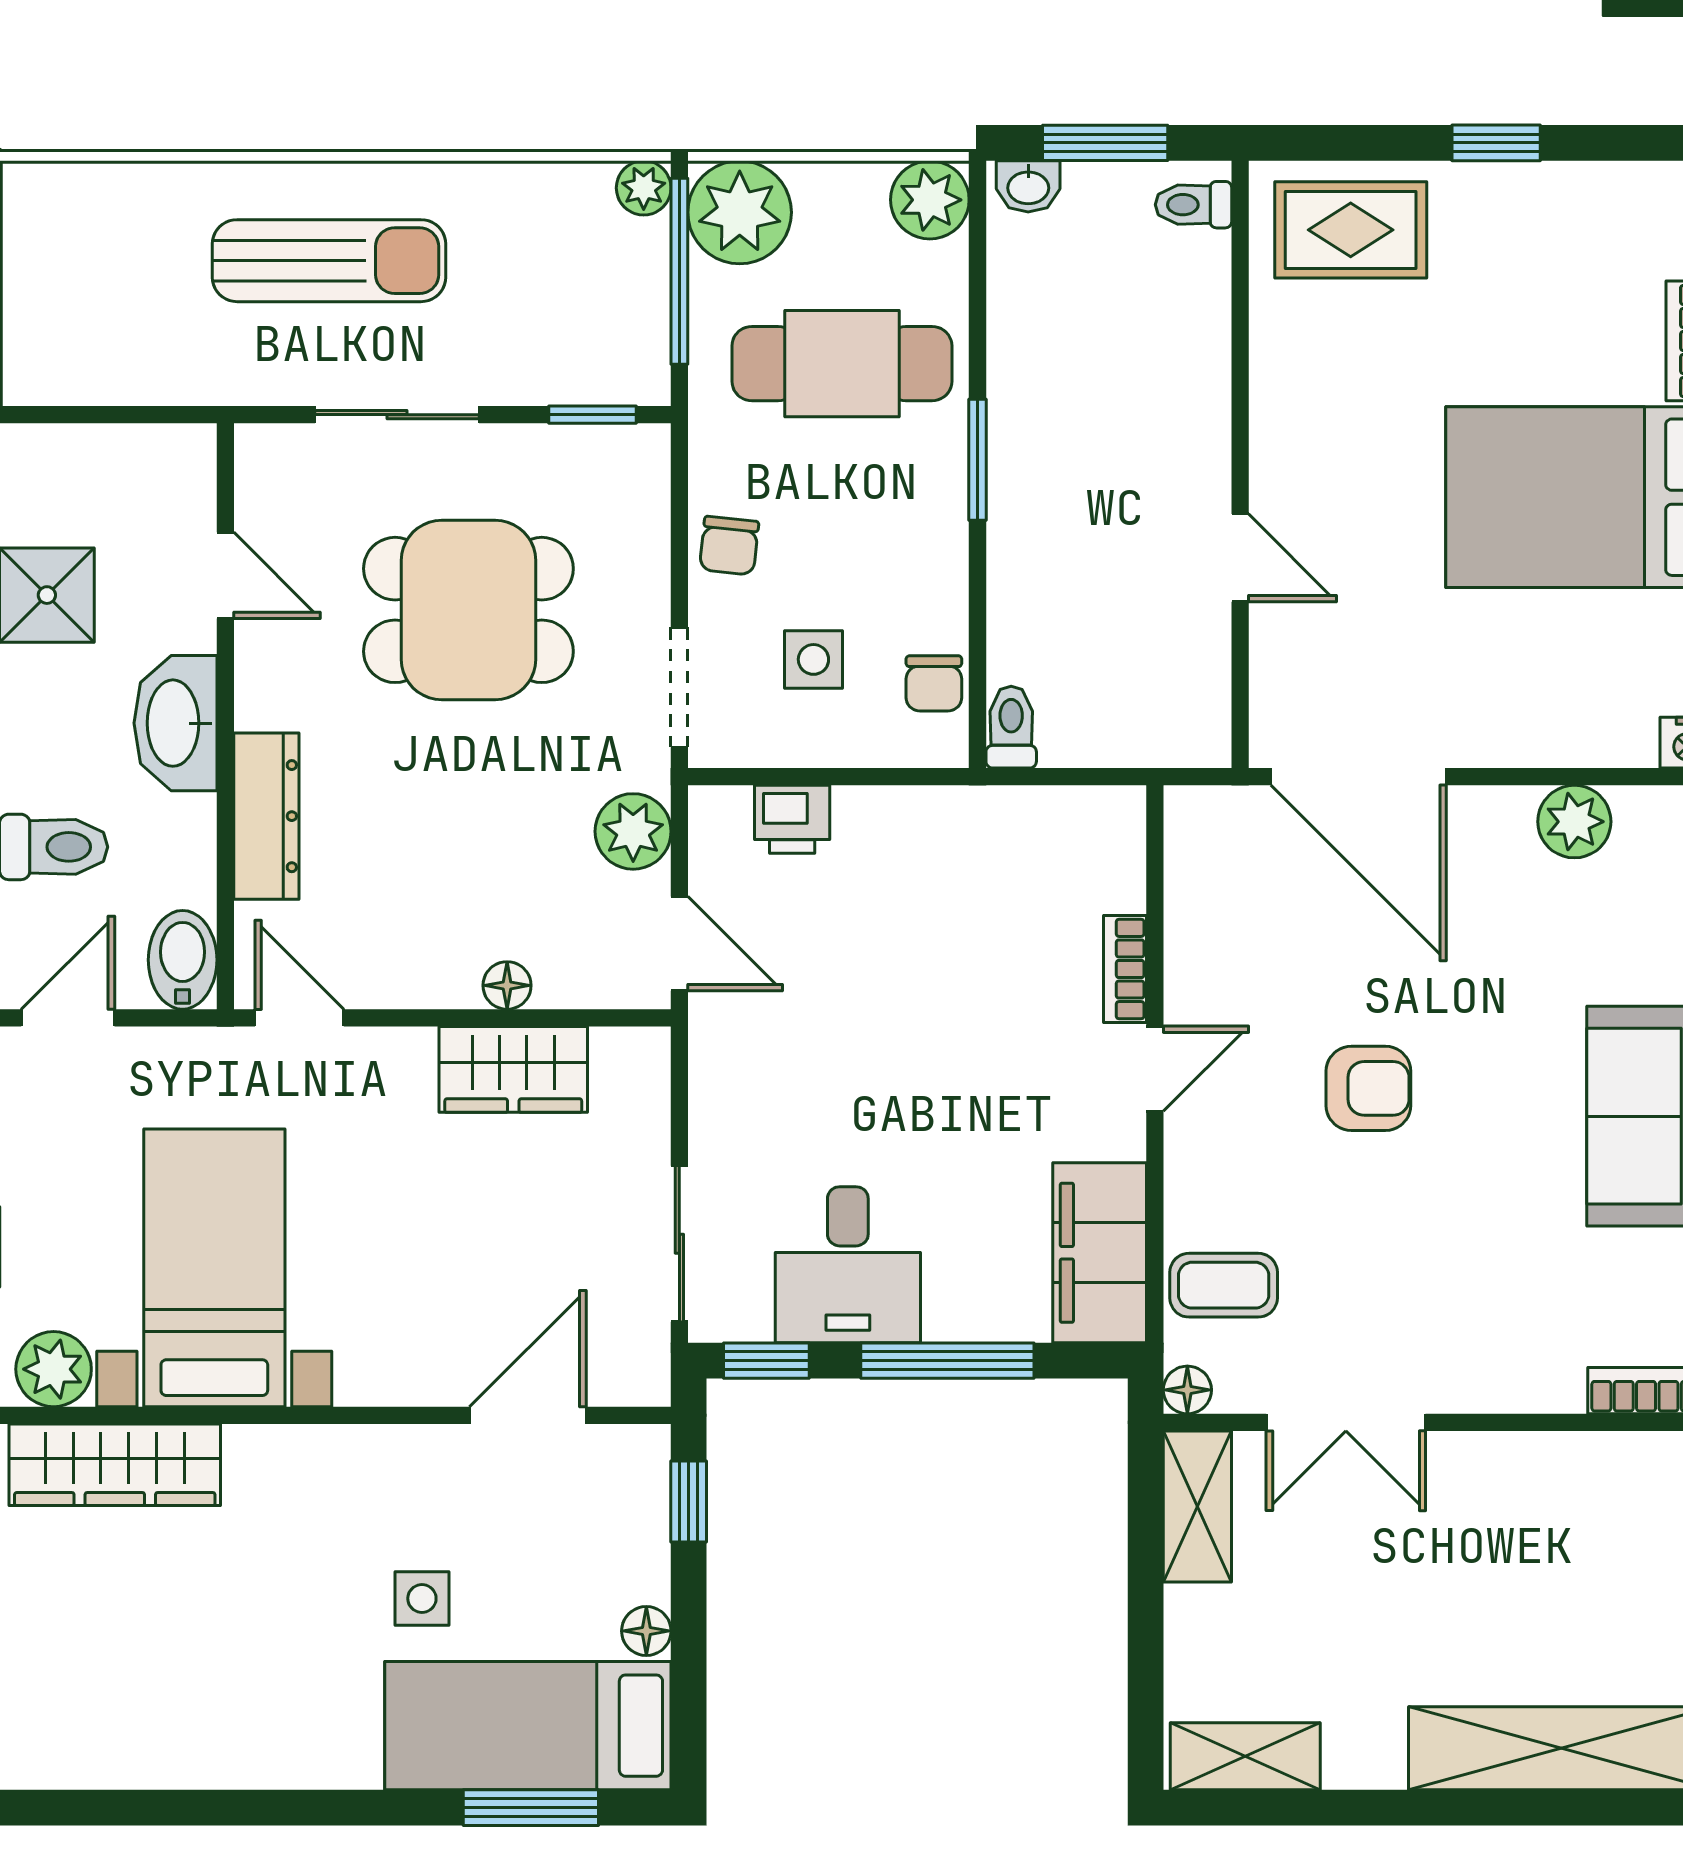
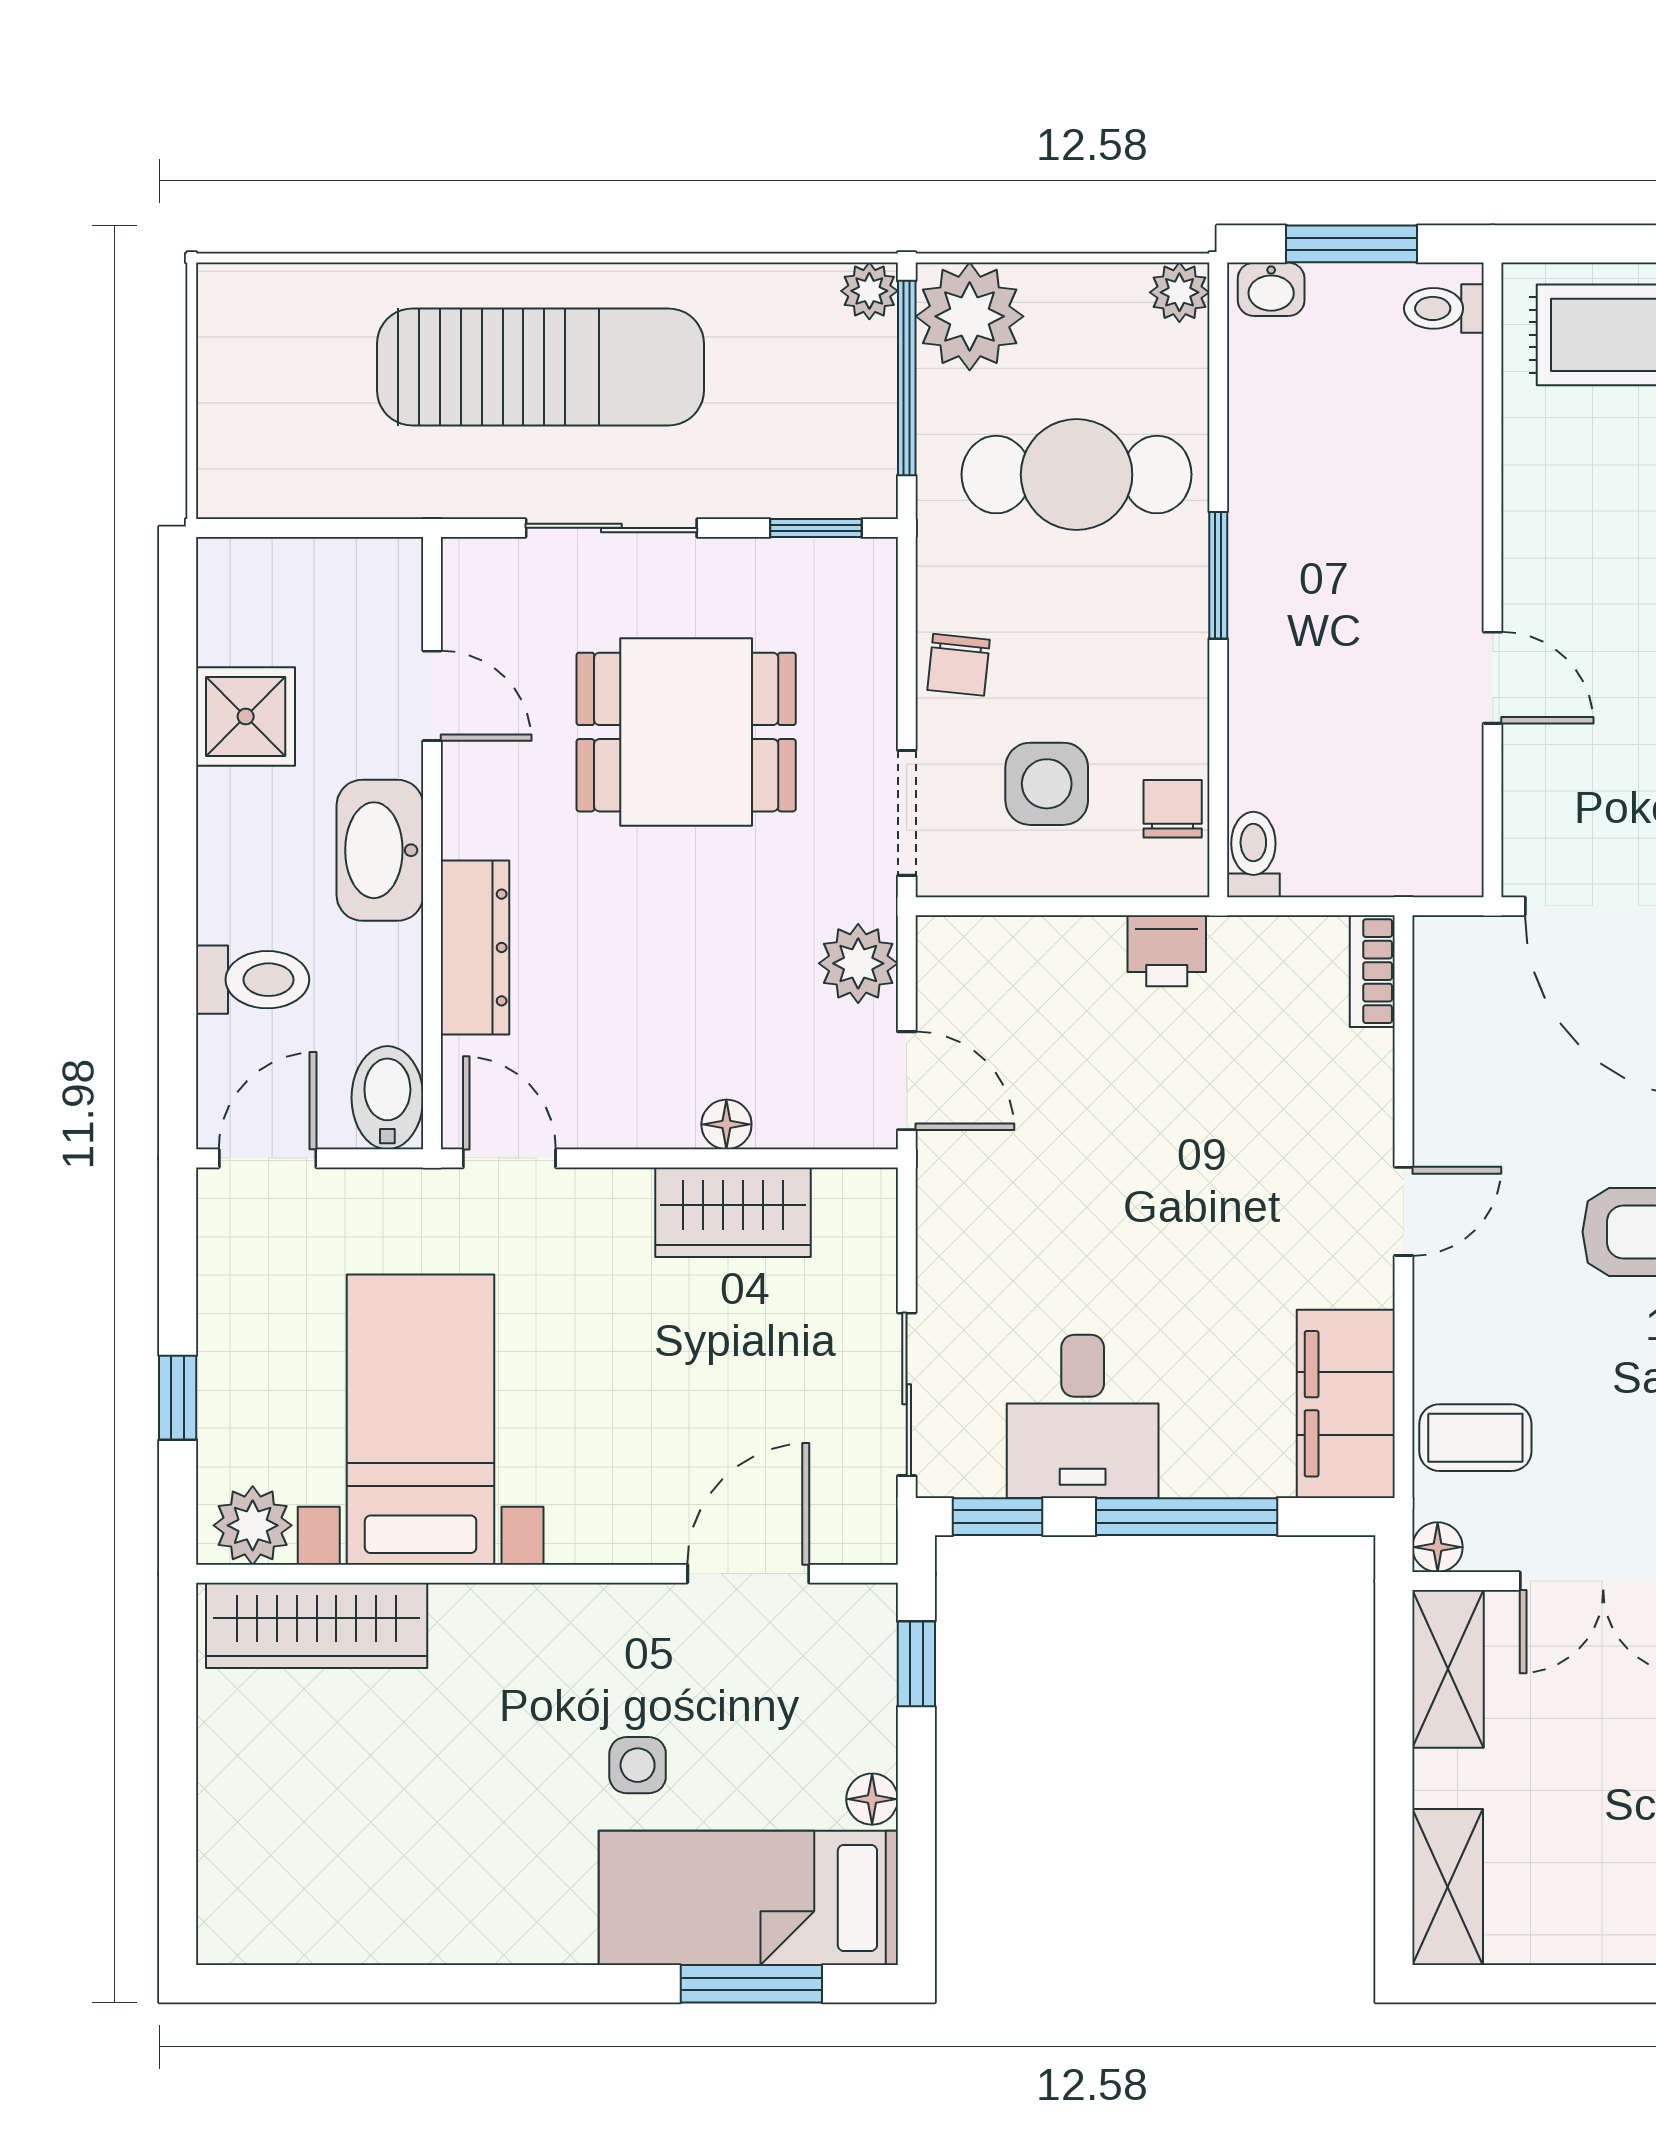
plant: (930, 200) -> (1179, 292), width x0.73, depth x0.73
sun lounger: (329, 261) -> (540, 367), width x1.36, depth x1.34
side table: (813, 659) -> (1047, 784), width x1.37, depth x1.37
chair: (934, 683) -> (1173, 809), turned 180
printer: (792, 819) -> (1167, 951), moved
bookcase: (1125, 969) -> (1372, 971), moved
shelving: (1245, 1756) -> (1448, 1887), moved, turned 90

